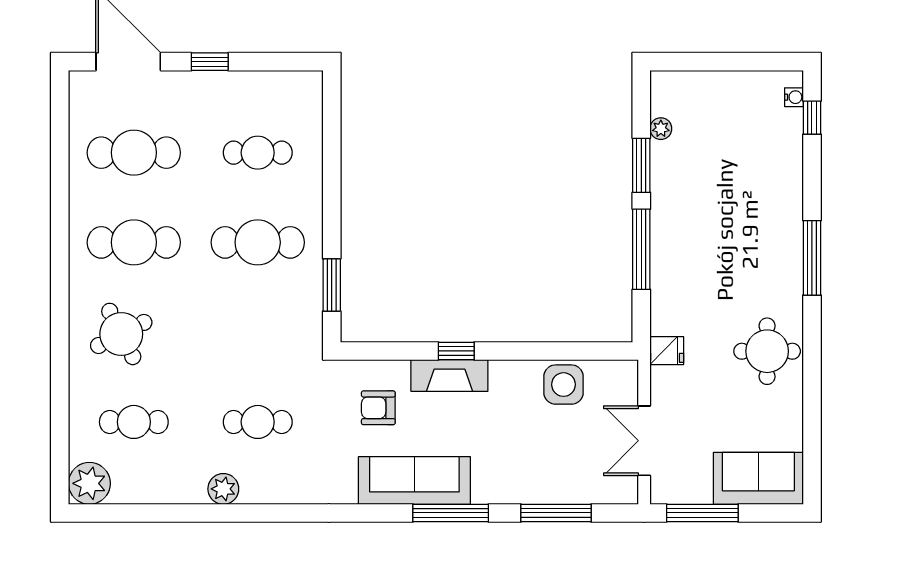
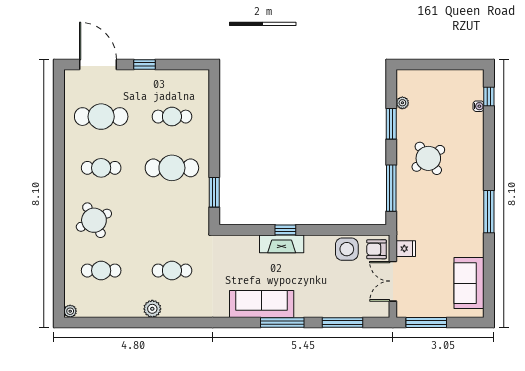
water cooler: (794, 97) -> (479, 106), moved
cafe table: (134, 242) -> (101, 168), width x0.73, depth x0.74
window: (641, 249) -> (391, 188), moved
window: (812, 258) -> (489, 212), moved
fridge: (667, 351) -> (406, 249), moved
round table: (767, 351) -> (428, 158), moved, turned -36
armchair: (378, 408) -> (376, 249), moved
sofa: (758, 478) -> (469, 283), moved, turned -90
plant: (89, 483) -> (70, 311), width x0.53, depth x0.53

